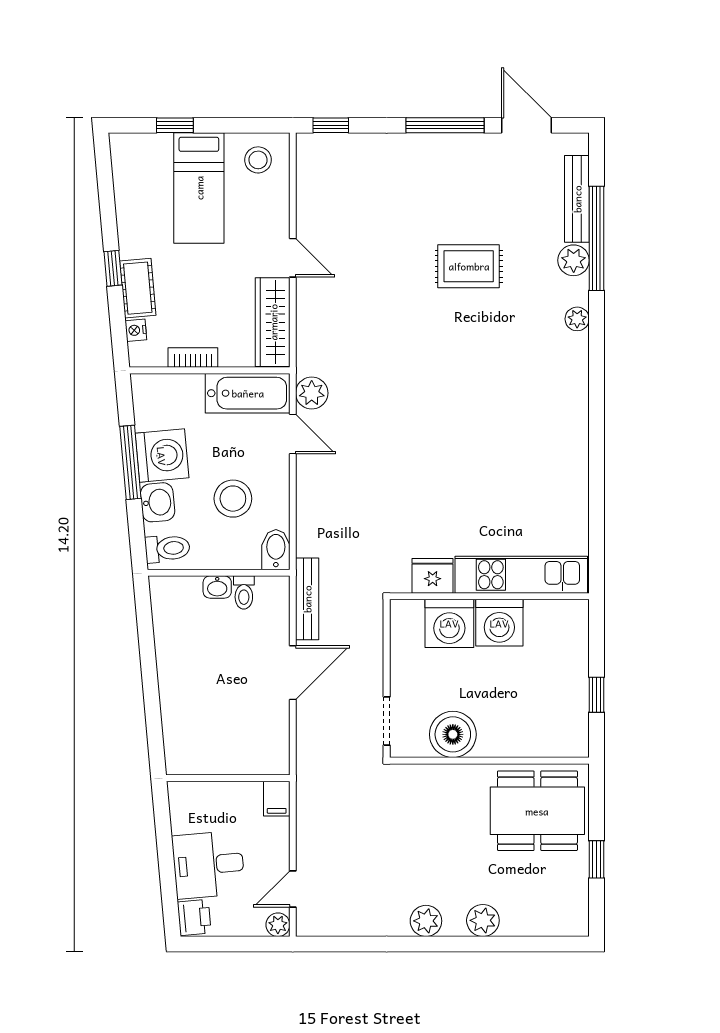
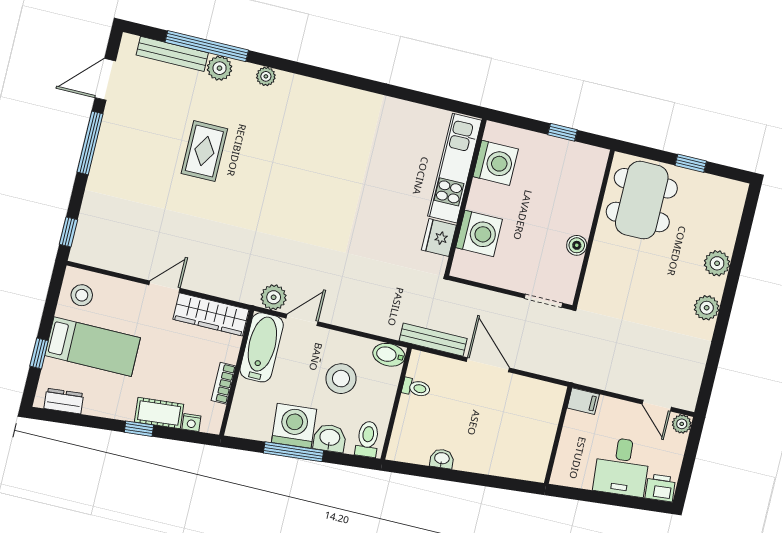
dresser: (124, 169) -> (64, 401), added
washbasin: (217, 587) -> (442, 459), moved, turned -95
washing machine: (499, 623) -> (496, 163), moved
boiler: (453, 734) -> (577, 245), width x0.54, depth x0.54

